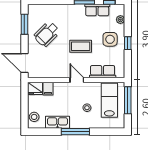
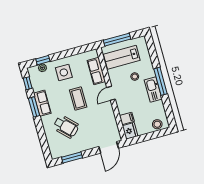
row of seats: (97, 10) -> (42, 103), moved
wheelchair: (47, 34) -> (66, 127), moved
window: (128, 43) -> (43, 60), moved
kitchen sink: (57, 122) -> (153, 90), moved

